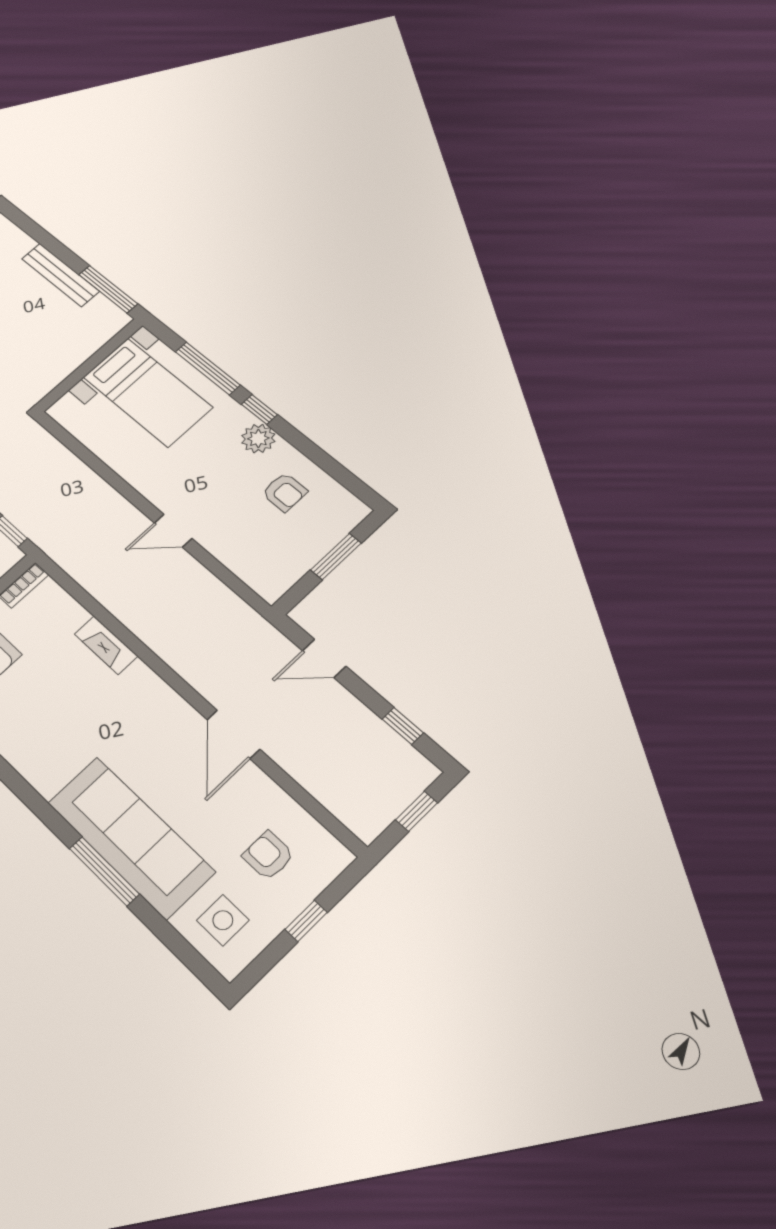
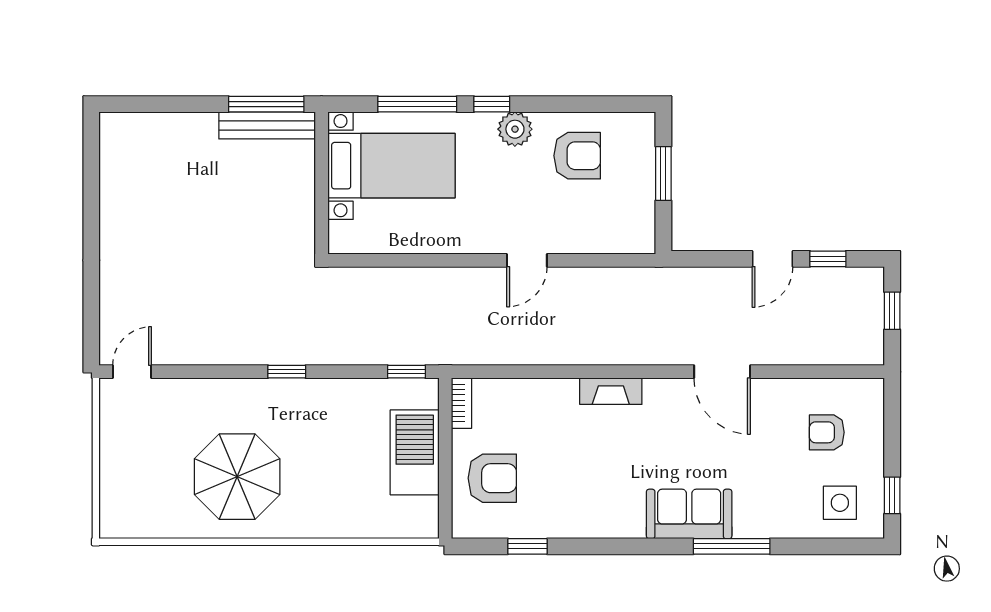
bench: (60, 275) -> (267, 125), moved
armchair: (284, 492) -> (577, 156), width x1.38, depth x1.38
fireplace: (106, 645) -> (611, 391), moved
door: (324, 658) -> (773, 259), moved
sofa: (131, 837) -> (689, 514), width x0.54, depth x0.79
window: (306, 921) -> (892, 495), moved

